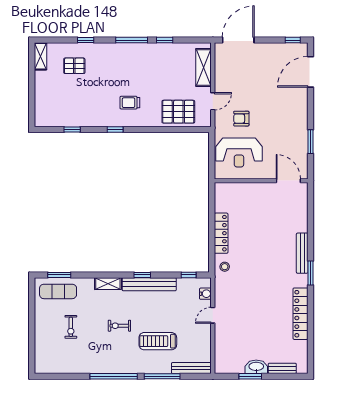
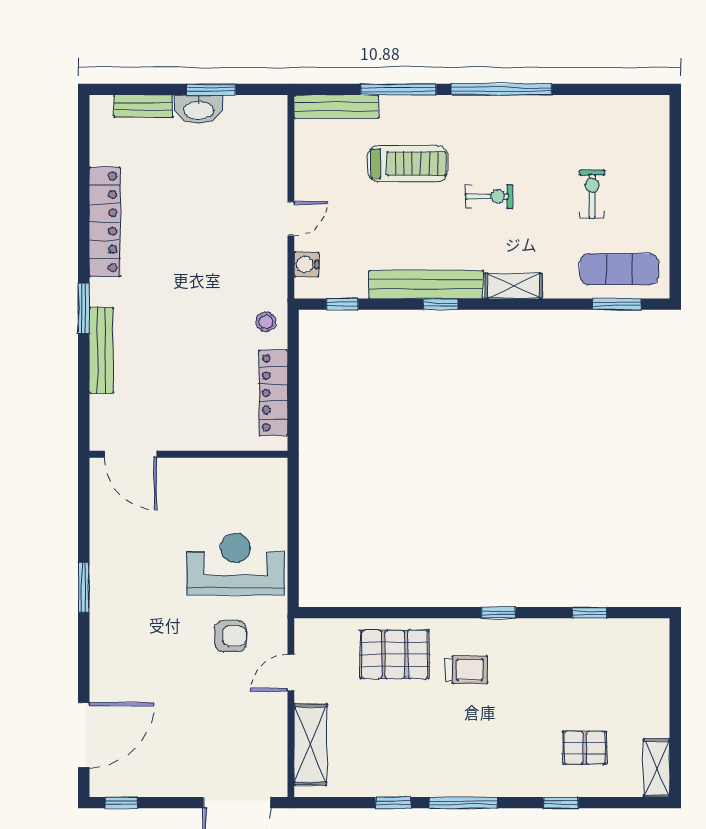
pallet: (178, 112) -> (395, 654), moved
wall: (261, 181) -> (188, 454), moved
door: (288, 181) -> (131, 454), moved

